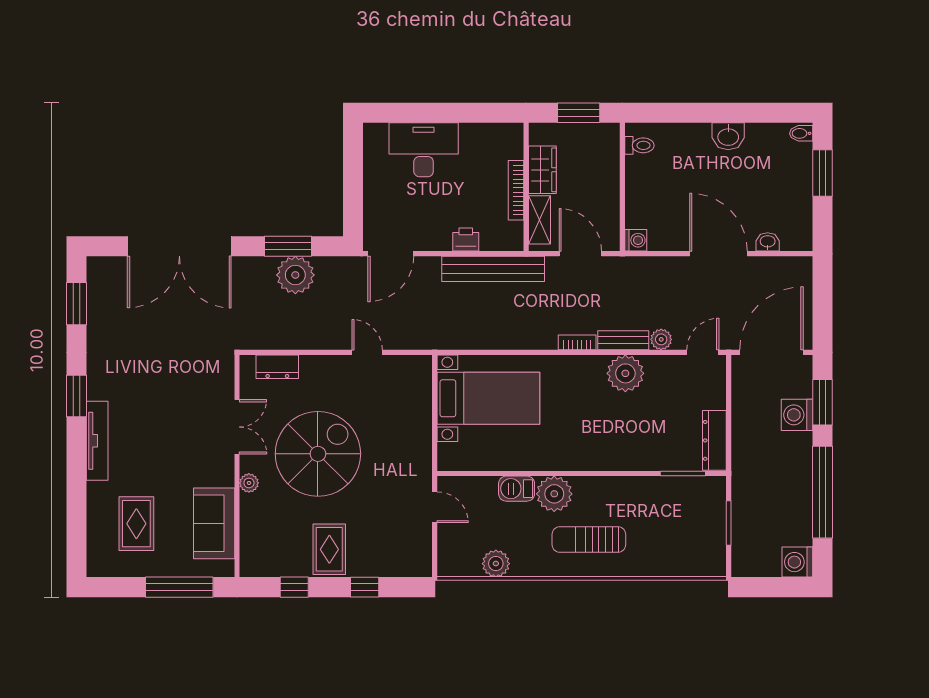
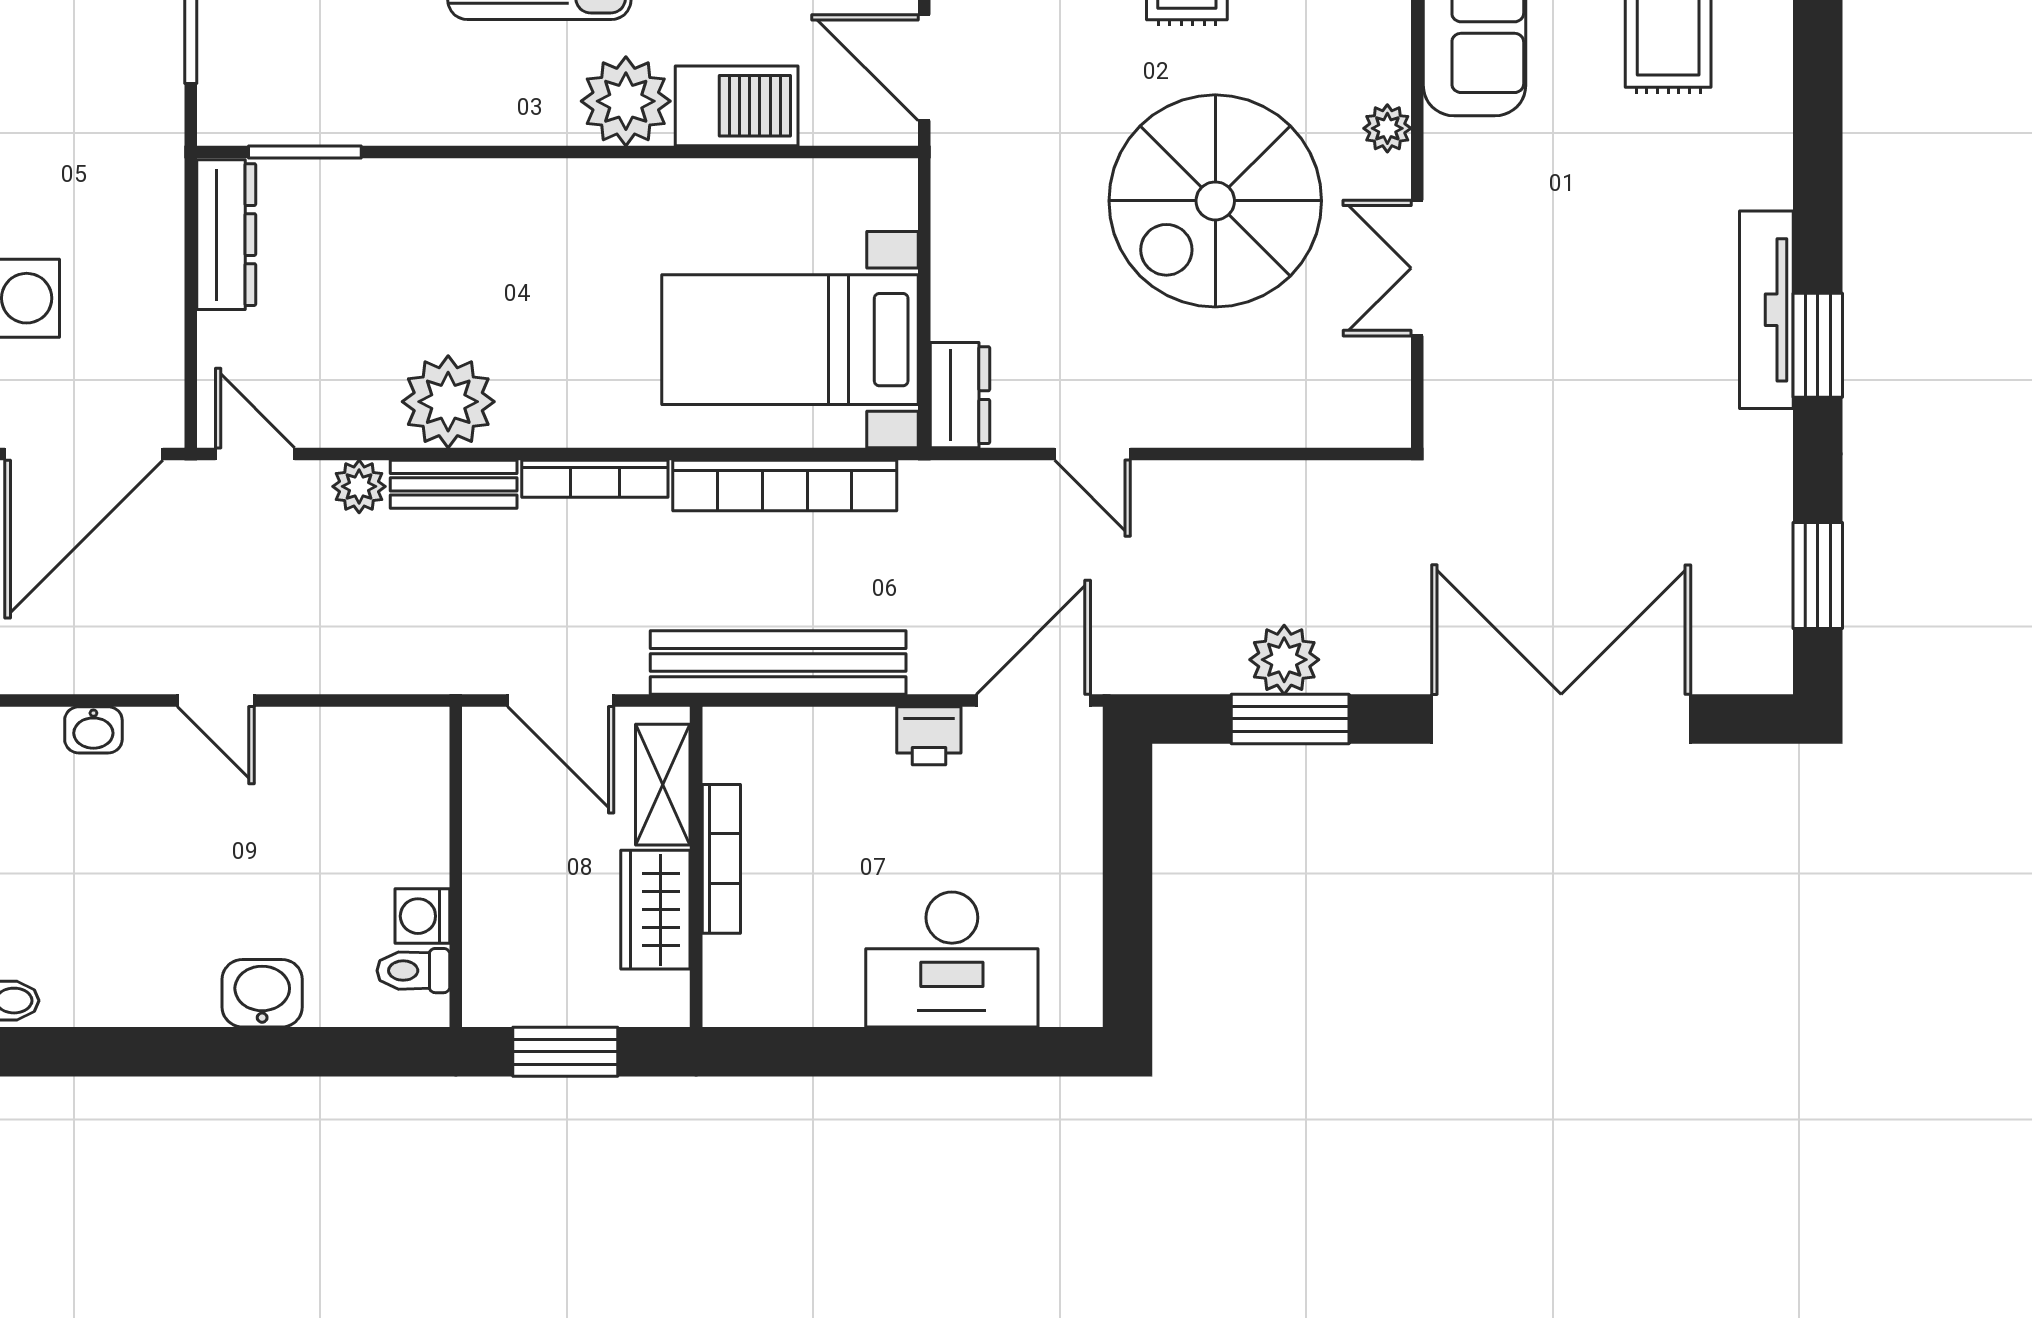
washbasin: (728, 136) -> (262, 993), moved
printer: (466, 239) -> (929, 736), moved
washing machine: (636, 240) -> (422, 916), moved
door: (719, 254) -> (216, 700), width x0.53
plant: (295, 275) -> (1284, 660), width x0.73, depth x0.73
bookcase: (491, 340) -> (785, 486), added
bookcase: (577, 342) -> (595, 479), width x1.56
door: (703, 352) -> (255, 454), swing flipped
dresser: (277, 367) -> (960, 395), moved, turned 90
tv unit: (97, 441) -> (1766, 310), moved
barbecue: (517, 489) -> (737, 106), width x1.38, depth x1.27
door: (435, 507) -> (924, 68), width x1.38

